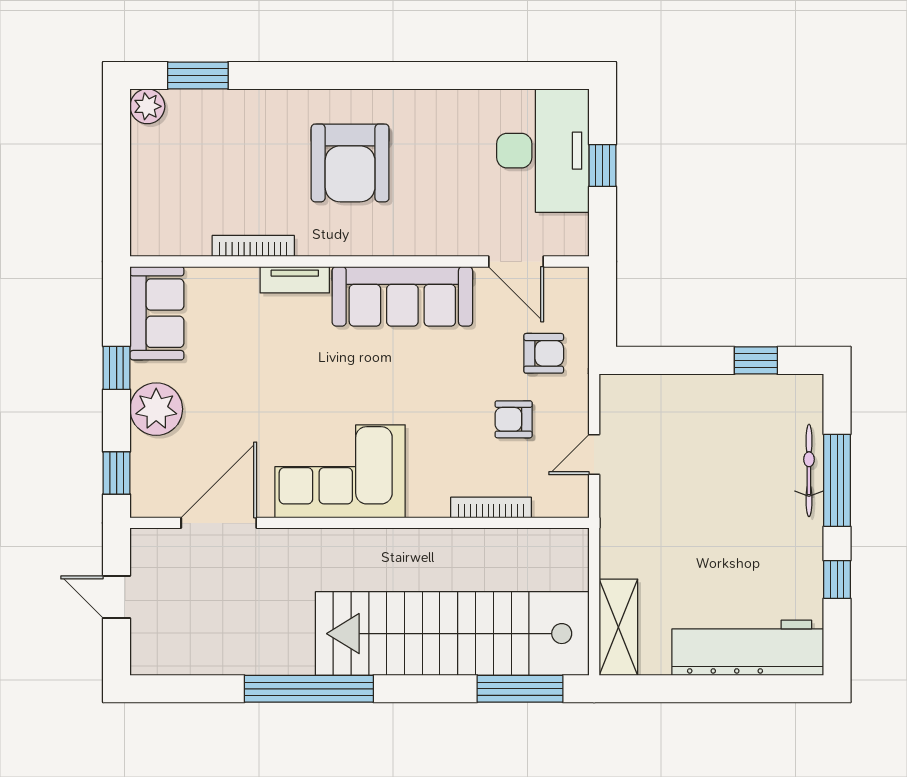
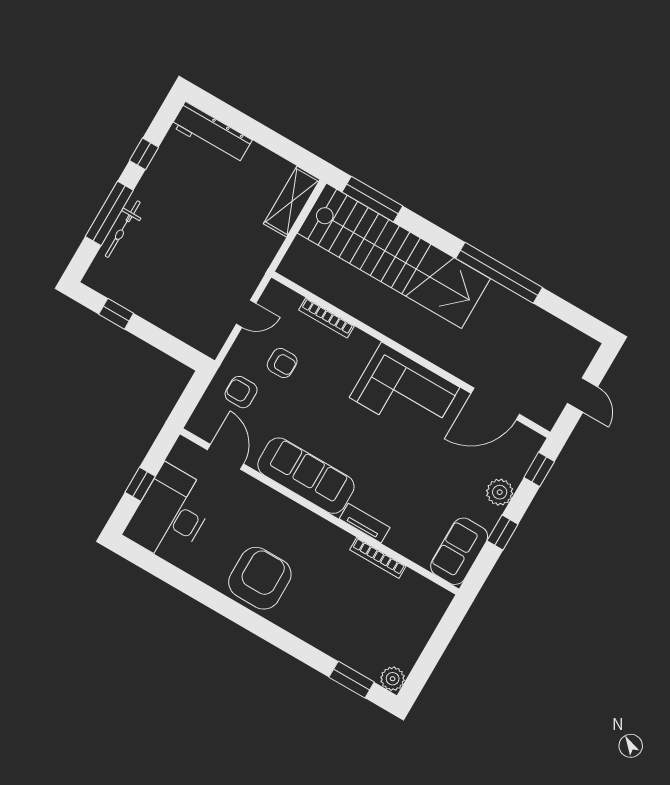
armchair: (350, 163) -> (260, 578), moved
plant: (156, 409) -> (500, 492), width x0.73, depth x0.73
workbench: (748, 648) -> (212, 133), width x0.73, depth x0.76

